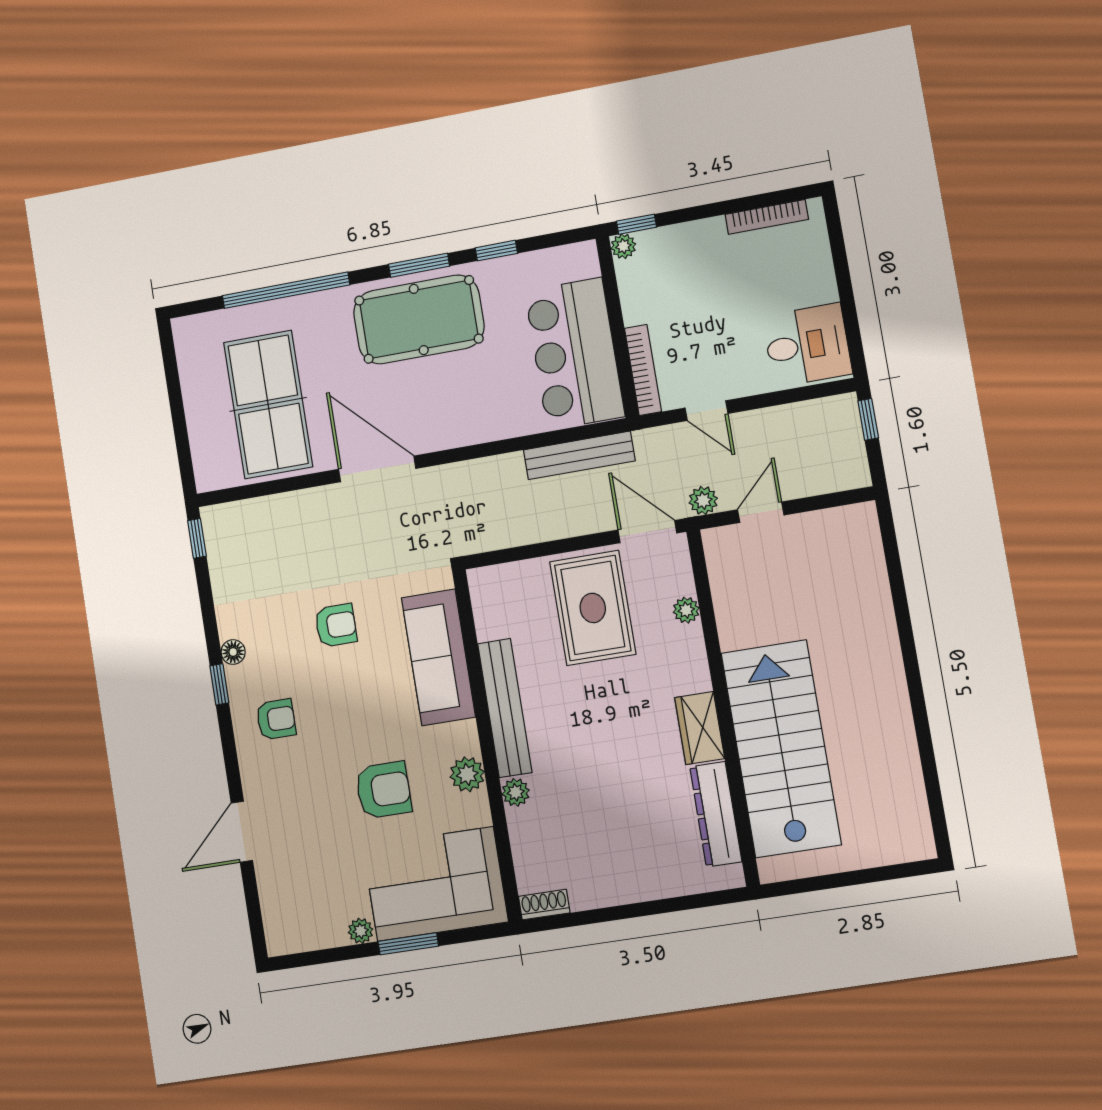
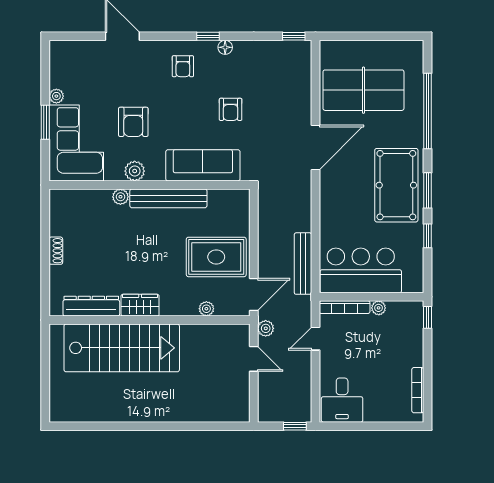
plant: (623, 246) -> (379, 308), moved
shoe rack: (544, 905) -> (56, 251), moved

